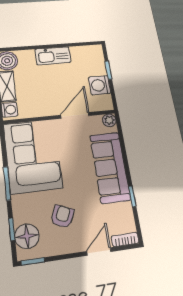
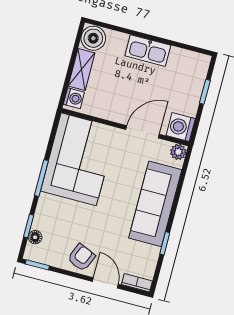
washing machine: (100, 85) -> (181, 127), moved
armchair: (62, 217) -> (81, 257), moved
floor lamp: (27, 236) -> (35, 237), width x0.53, depth x0.53
door: (99, 251) -> (105, 283), hinge flipped

